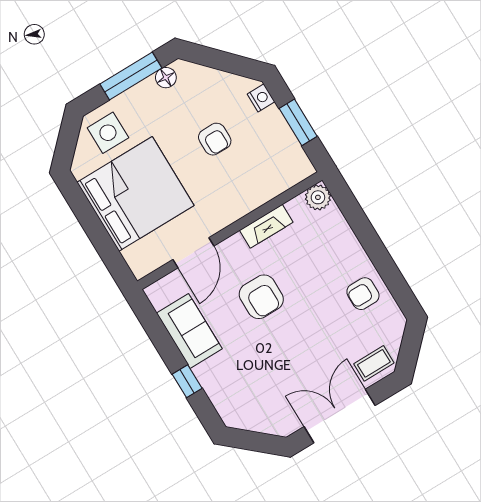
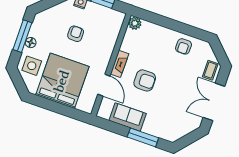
floor lamp: (166, 78) -> (31, 43), moved
armchair: (215, 139) -> (76, 34), turned -90
fireplace: (266, 226) -> (120, 64), moved
window: (187, 381) -> (143, 137), width x2.17

